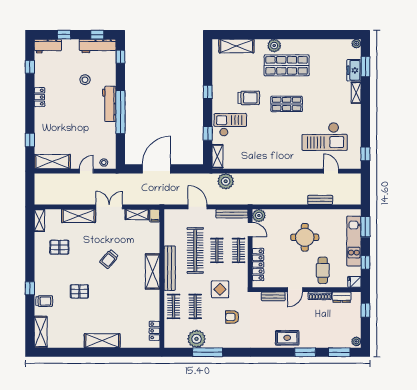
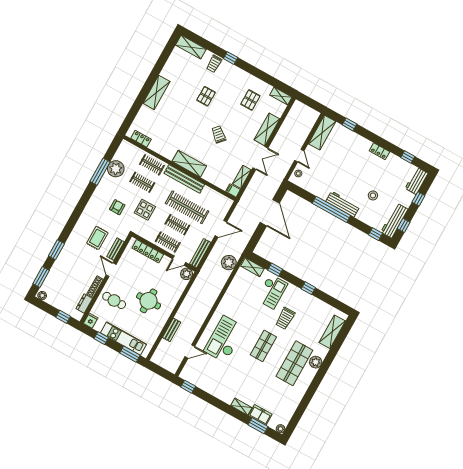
checkout: (325, 137) -> (224, 339), moved
rug: (287, 338) -> (97, 238), moved

